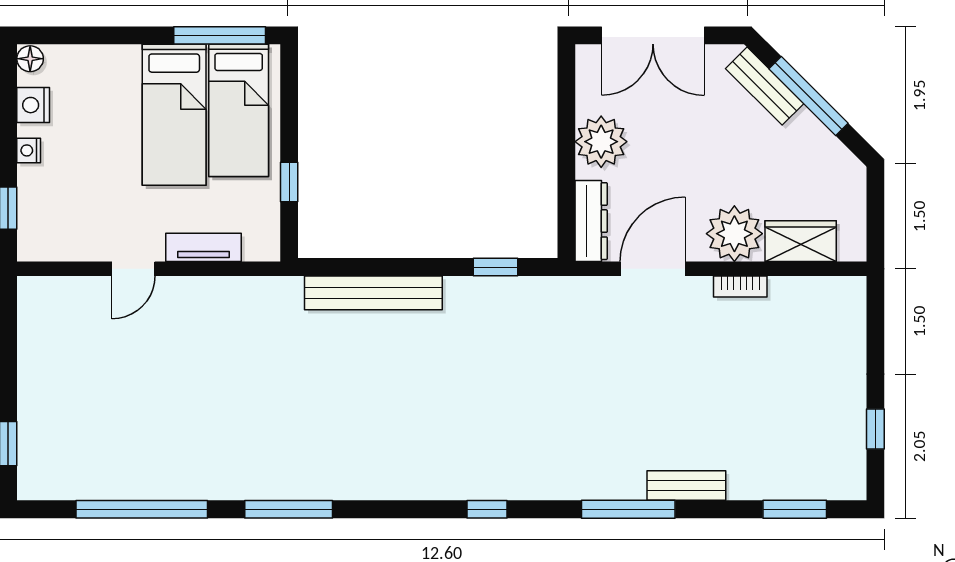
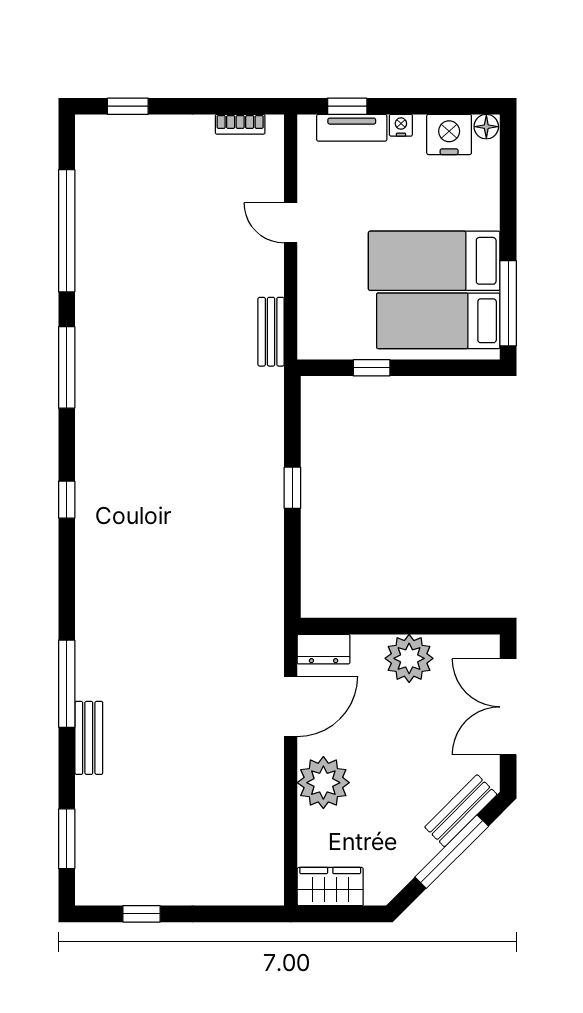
nightstand: (33, 105) -> (449, 134), width x1.36, depth x1.33
dresser: (591, 221) -> (324, 649), width x0.70
wardrobe: (801, 241) -> (330, 887), moved, turned -90
tv unit: (203, 247) -> (352, 128), moved, turned 90
window: (495, 267) -> (292, 488), moved
door: (653, 269) -> (291, 706), hinge flipped
bookcase: (740, 286) -> (240, 124), moved, turned -90
bench: (373, 293) -> (271, 332), moved, width x0.54, depth x0.82
window: (487, 509) -> (67, 500), moved

